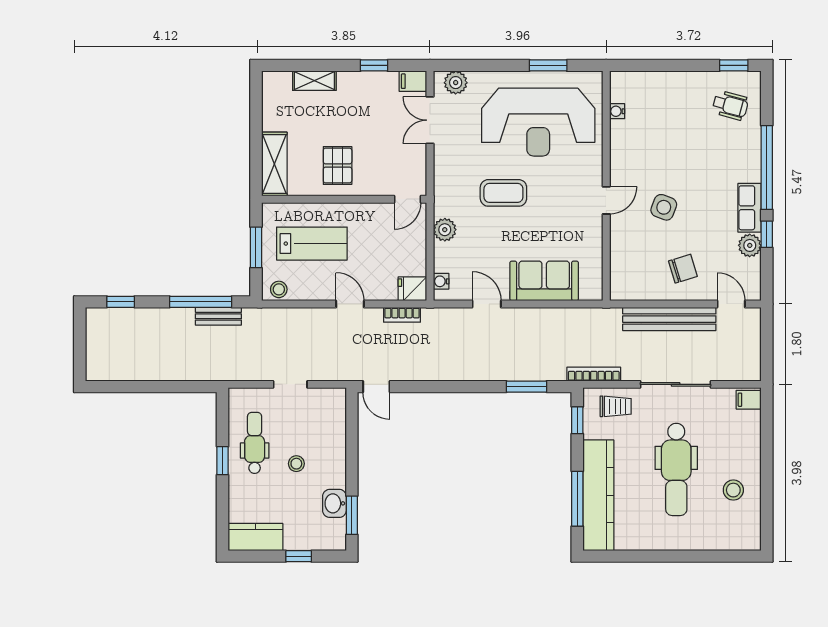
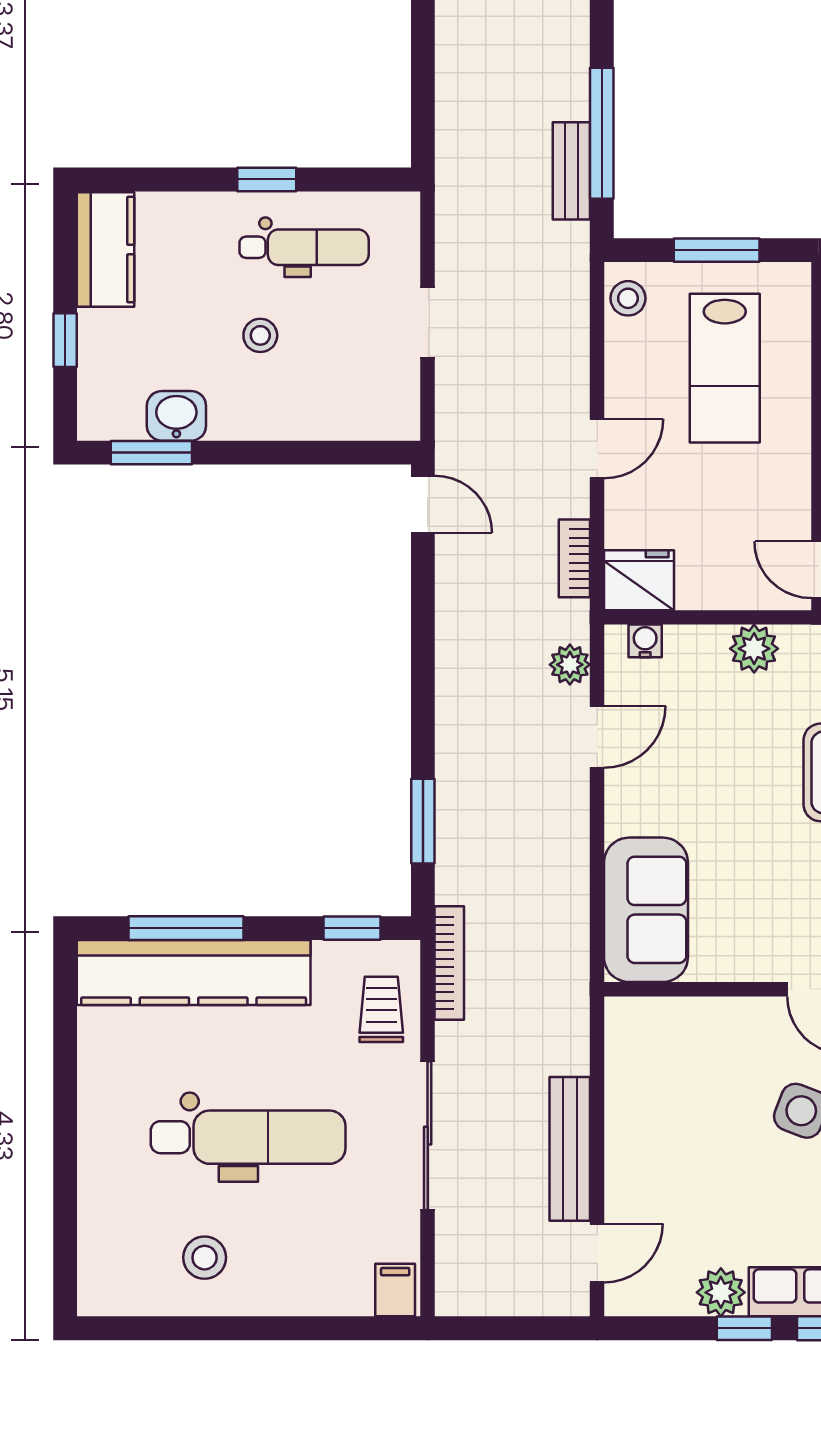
chair: (683, 269) -> (672, 1151), removed
sofa: (544, 281) -> (646, 910), moved
fridge: (412, 289) -> (639, 580), width x1.38
plant: (452, 317) -> (570, 665), added
bench: (669, 319) -> (570, 1149), width x0.73, depth x0.82
door: (376, 387) -> (423, 504), swing flipped
trolley: (616, 406) -> (381, 1009), turned 180
dental chair: (676, 469) -> (248, 1137), turned 180

